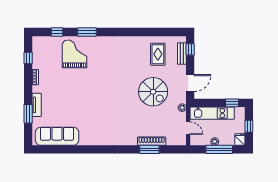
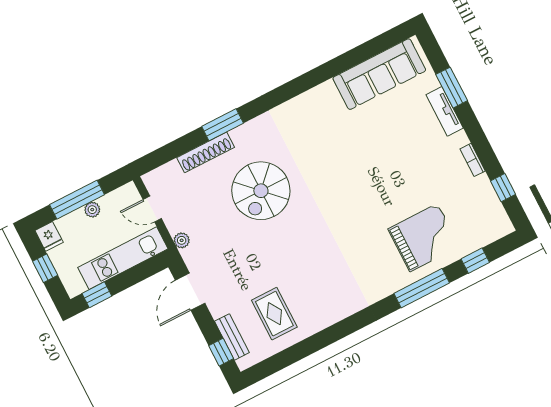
window: (87, 32) -> (422, 288), width x1.44
grand piano: (74, 54) -> (424, 238), turned -90
spiral stairs: (153, 92) -> (261, 191), moved, turned -90
window: (149, 149) -> (223, 125), moved

